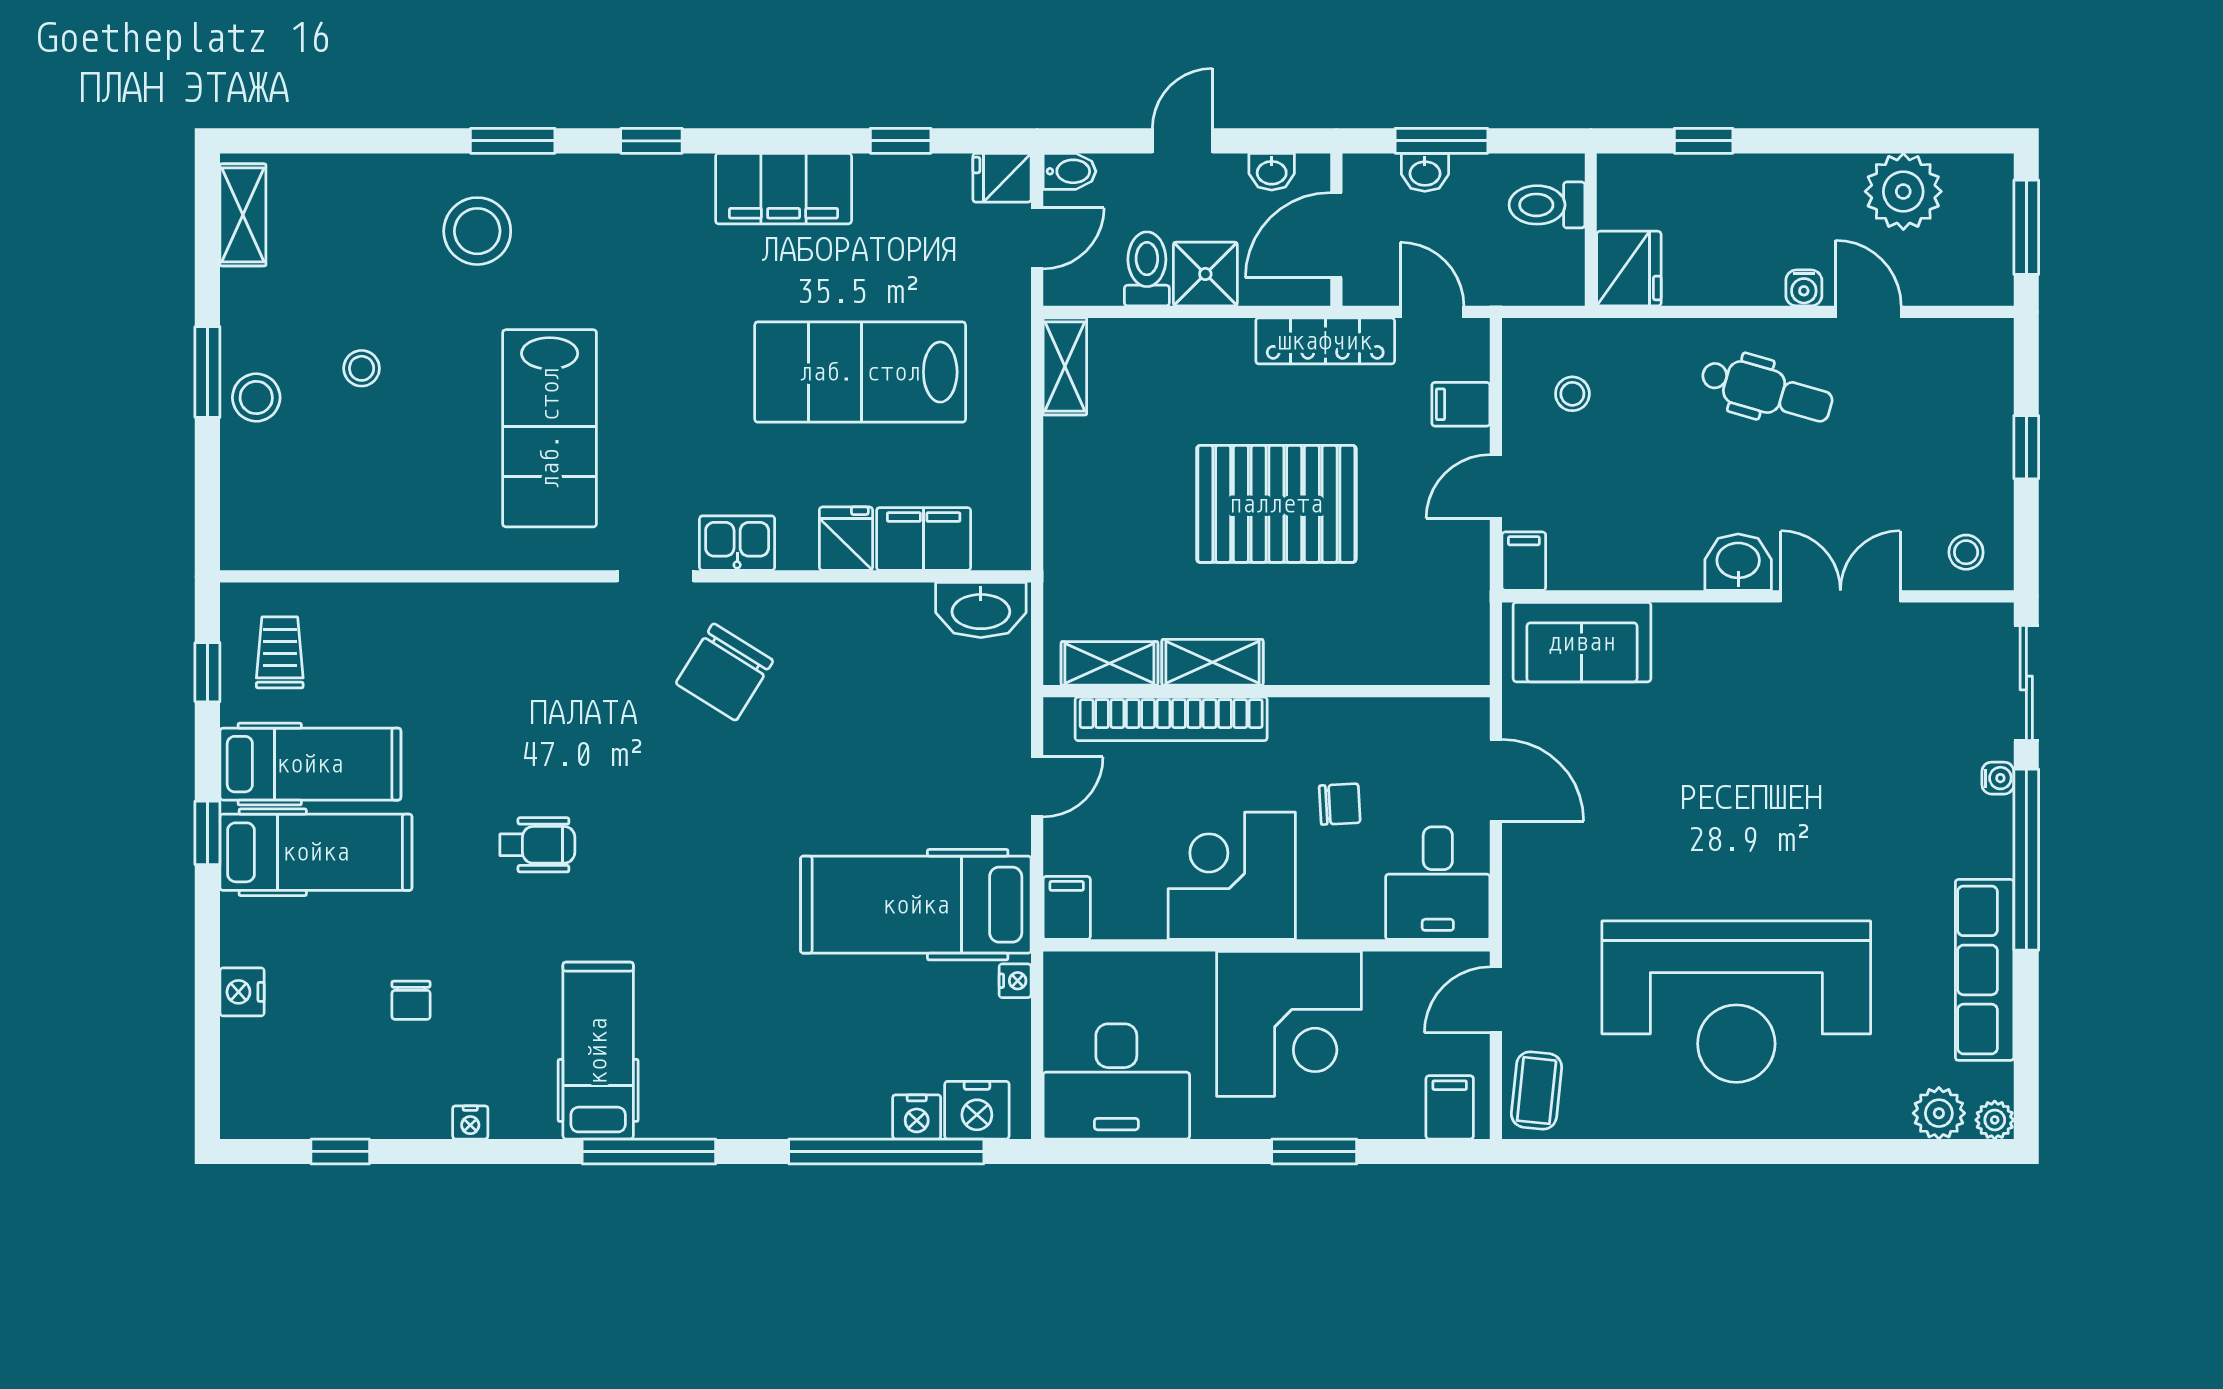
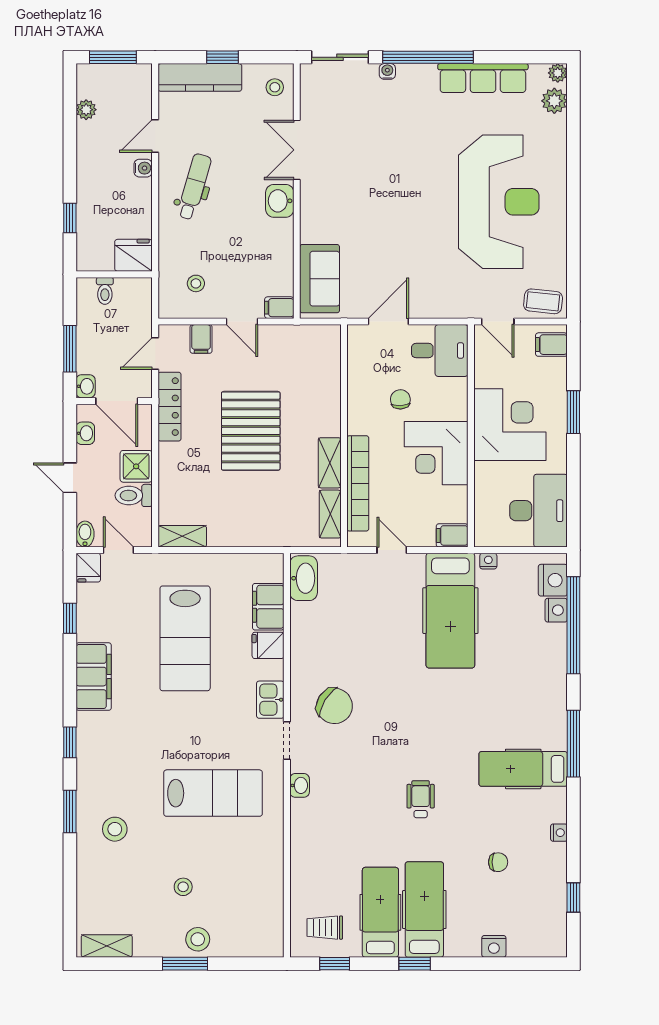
washbasin: (1425, 172) -> (86, 386), moved
plant: (1903, 191) -> (86, 110), width x0.53, depth x0.53
toilet: (1547, 205) -> (105, 291), width x0.73, depth x0.72
stool: (477, 231) -> (115, 829), width x0.73, depth x0.73
kitchen counter: (1986, 402) -> (200, 77), added
washbasin: (565, 602) -> (300, 785), added

